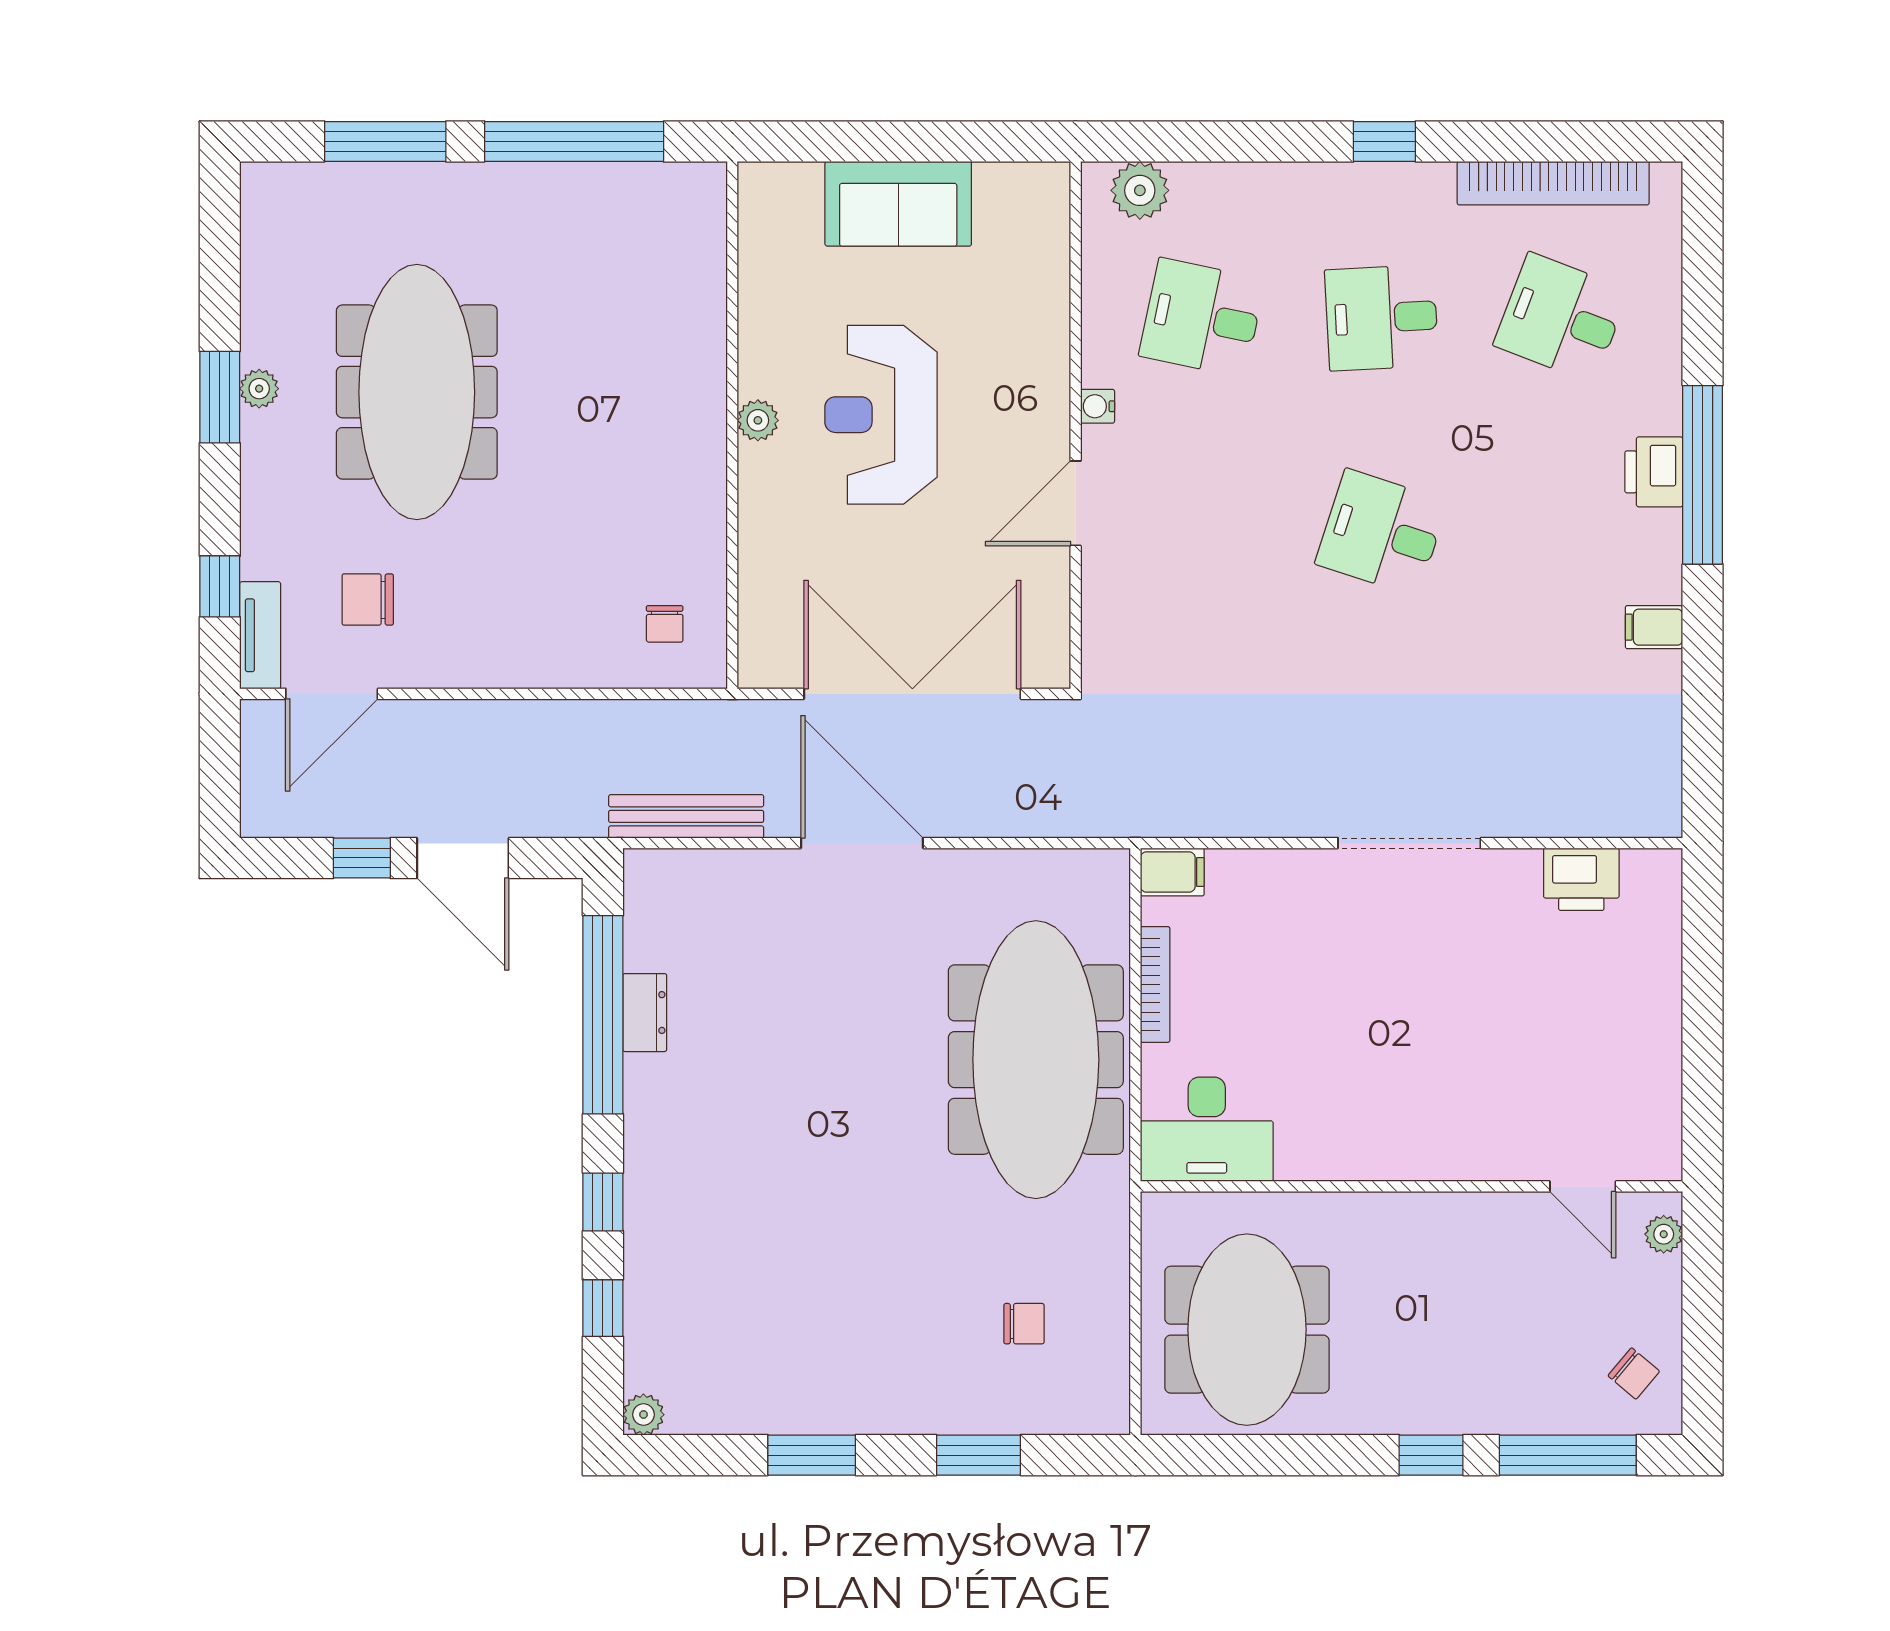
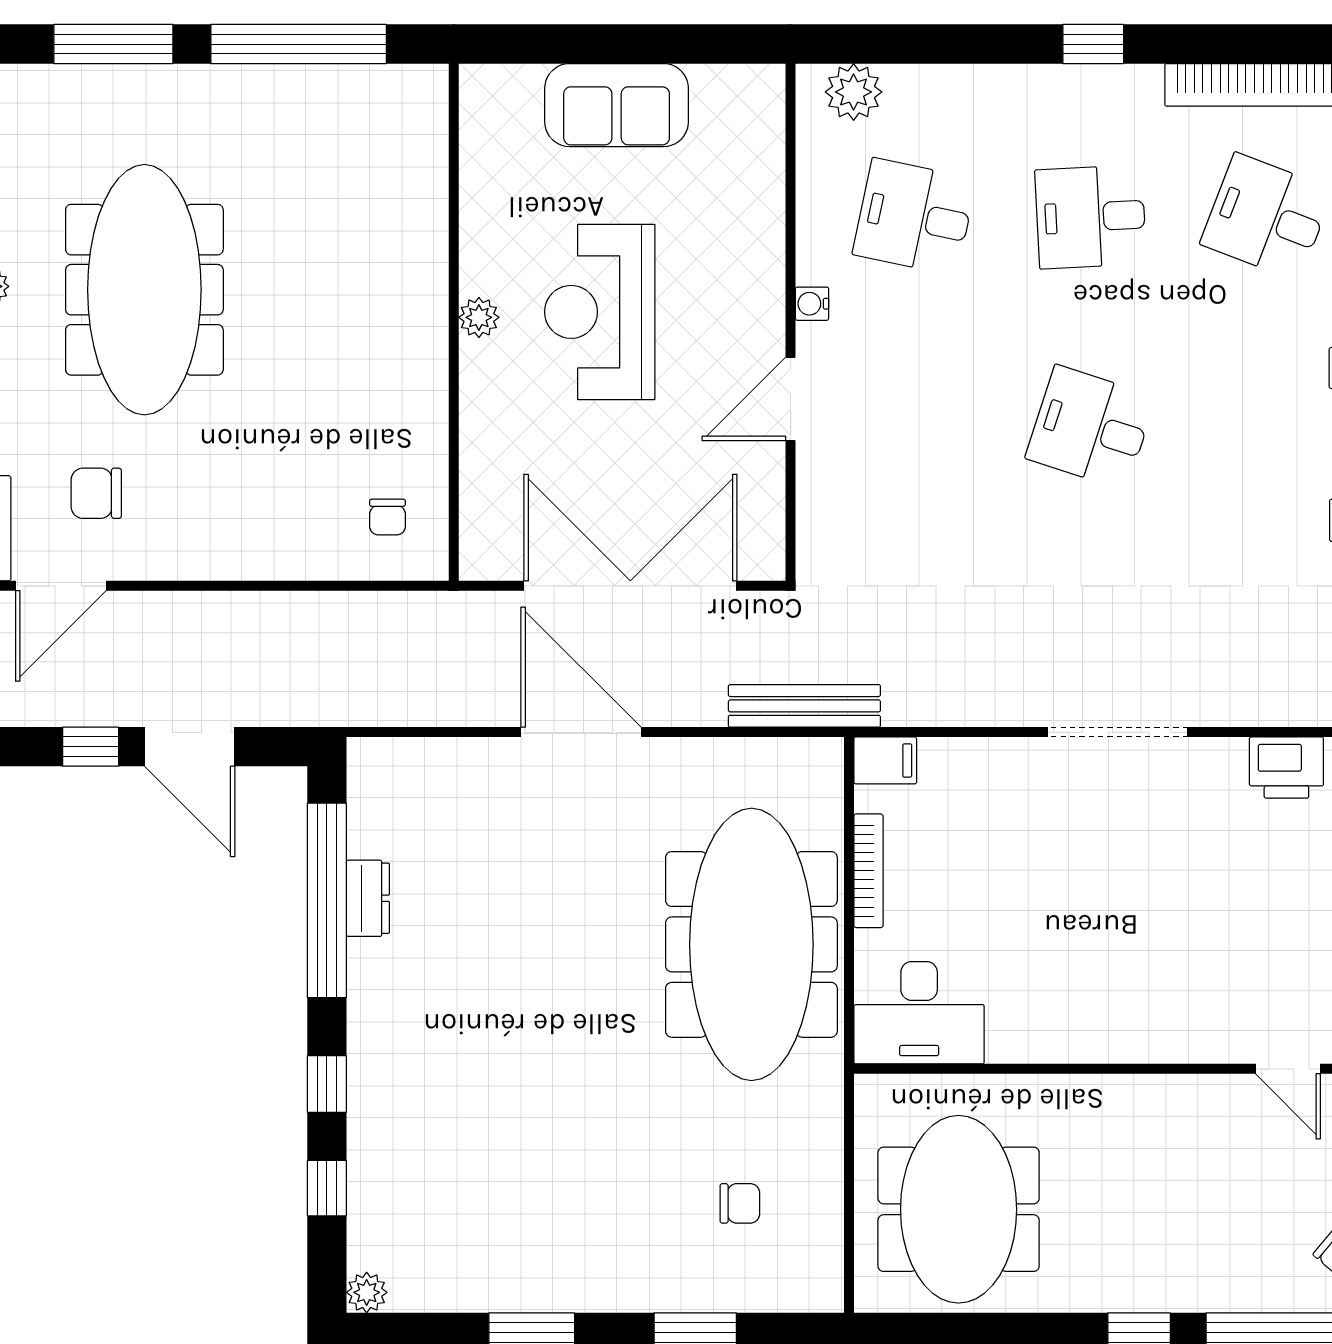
bench: (686, 816) -> (804, 706), moved

